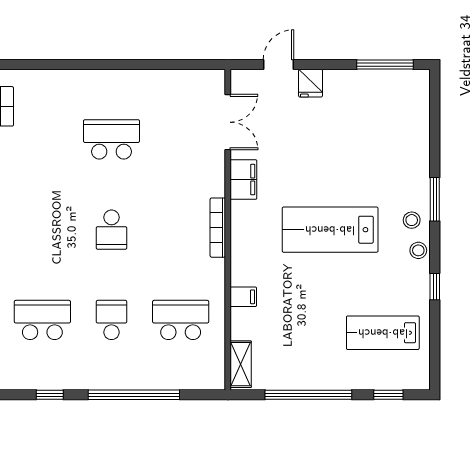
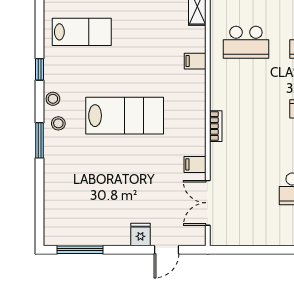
filing cabinet: (243, 180) -> (195, 164), width x0.50
bookcase: (218, 228) -> (216, 126), width x0.64

